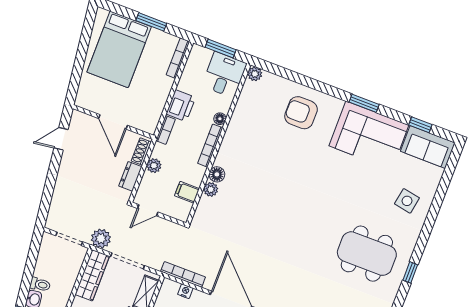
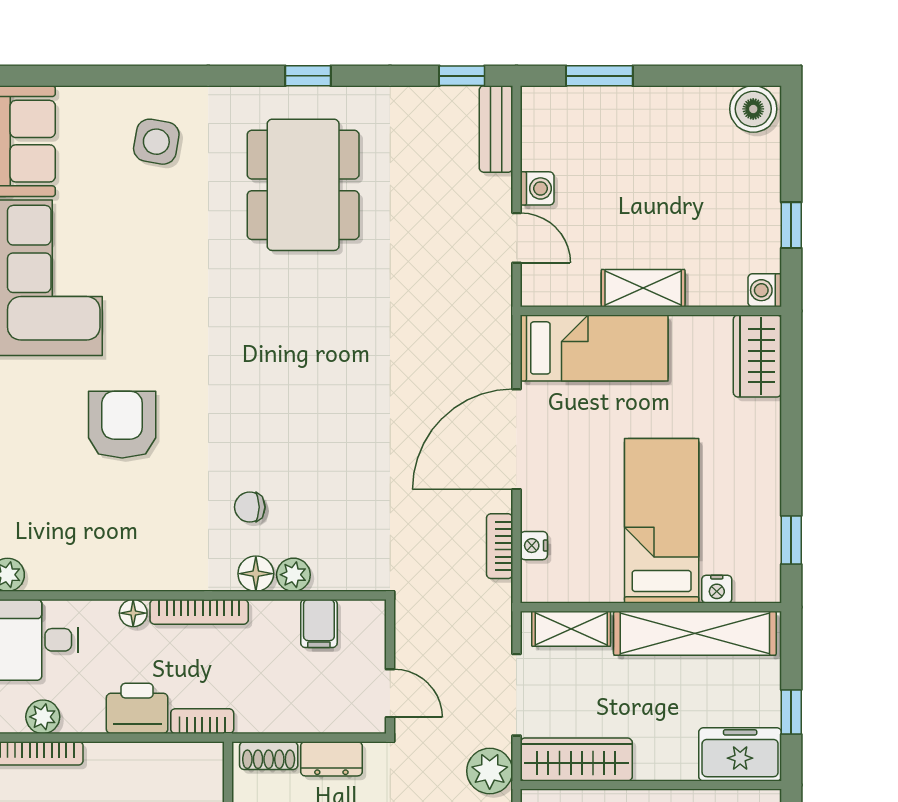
armchair: (301, 113) -> (122, 425), moved, turned 180
plant: (154, 166) -> (43, 717), moved
chair: (245, 182) -> (250, 507), added
bookcase: (183, 274) -> (500, 546), width x0.64

